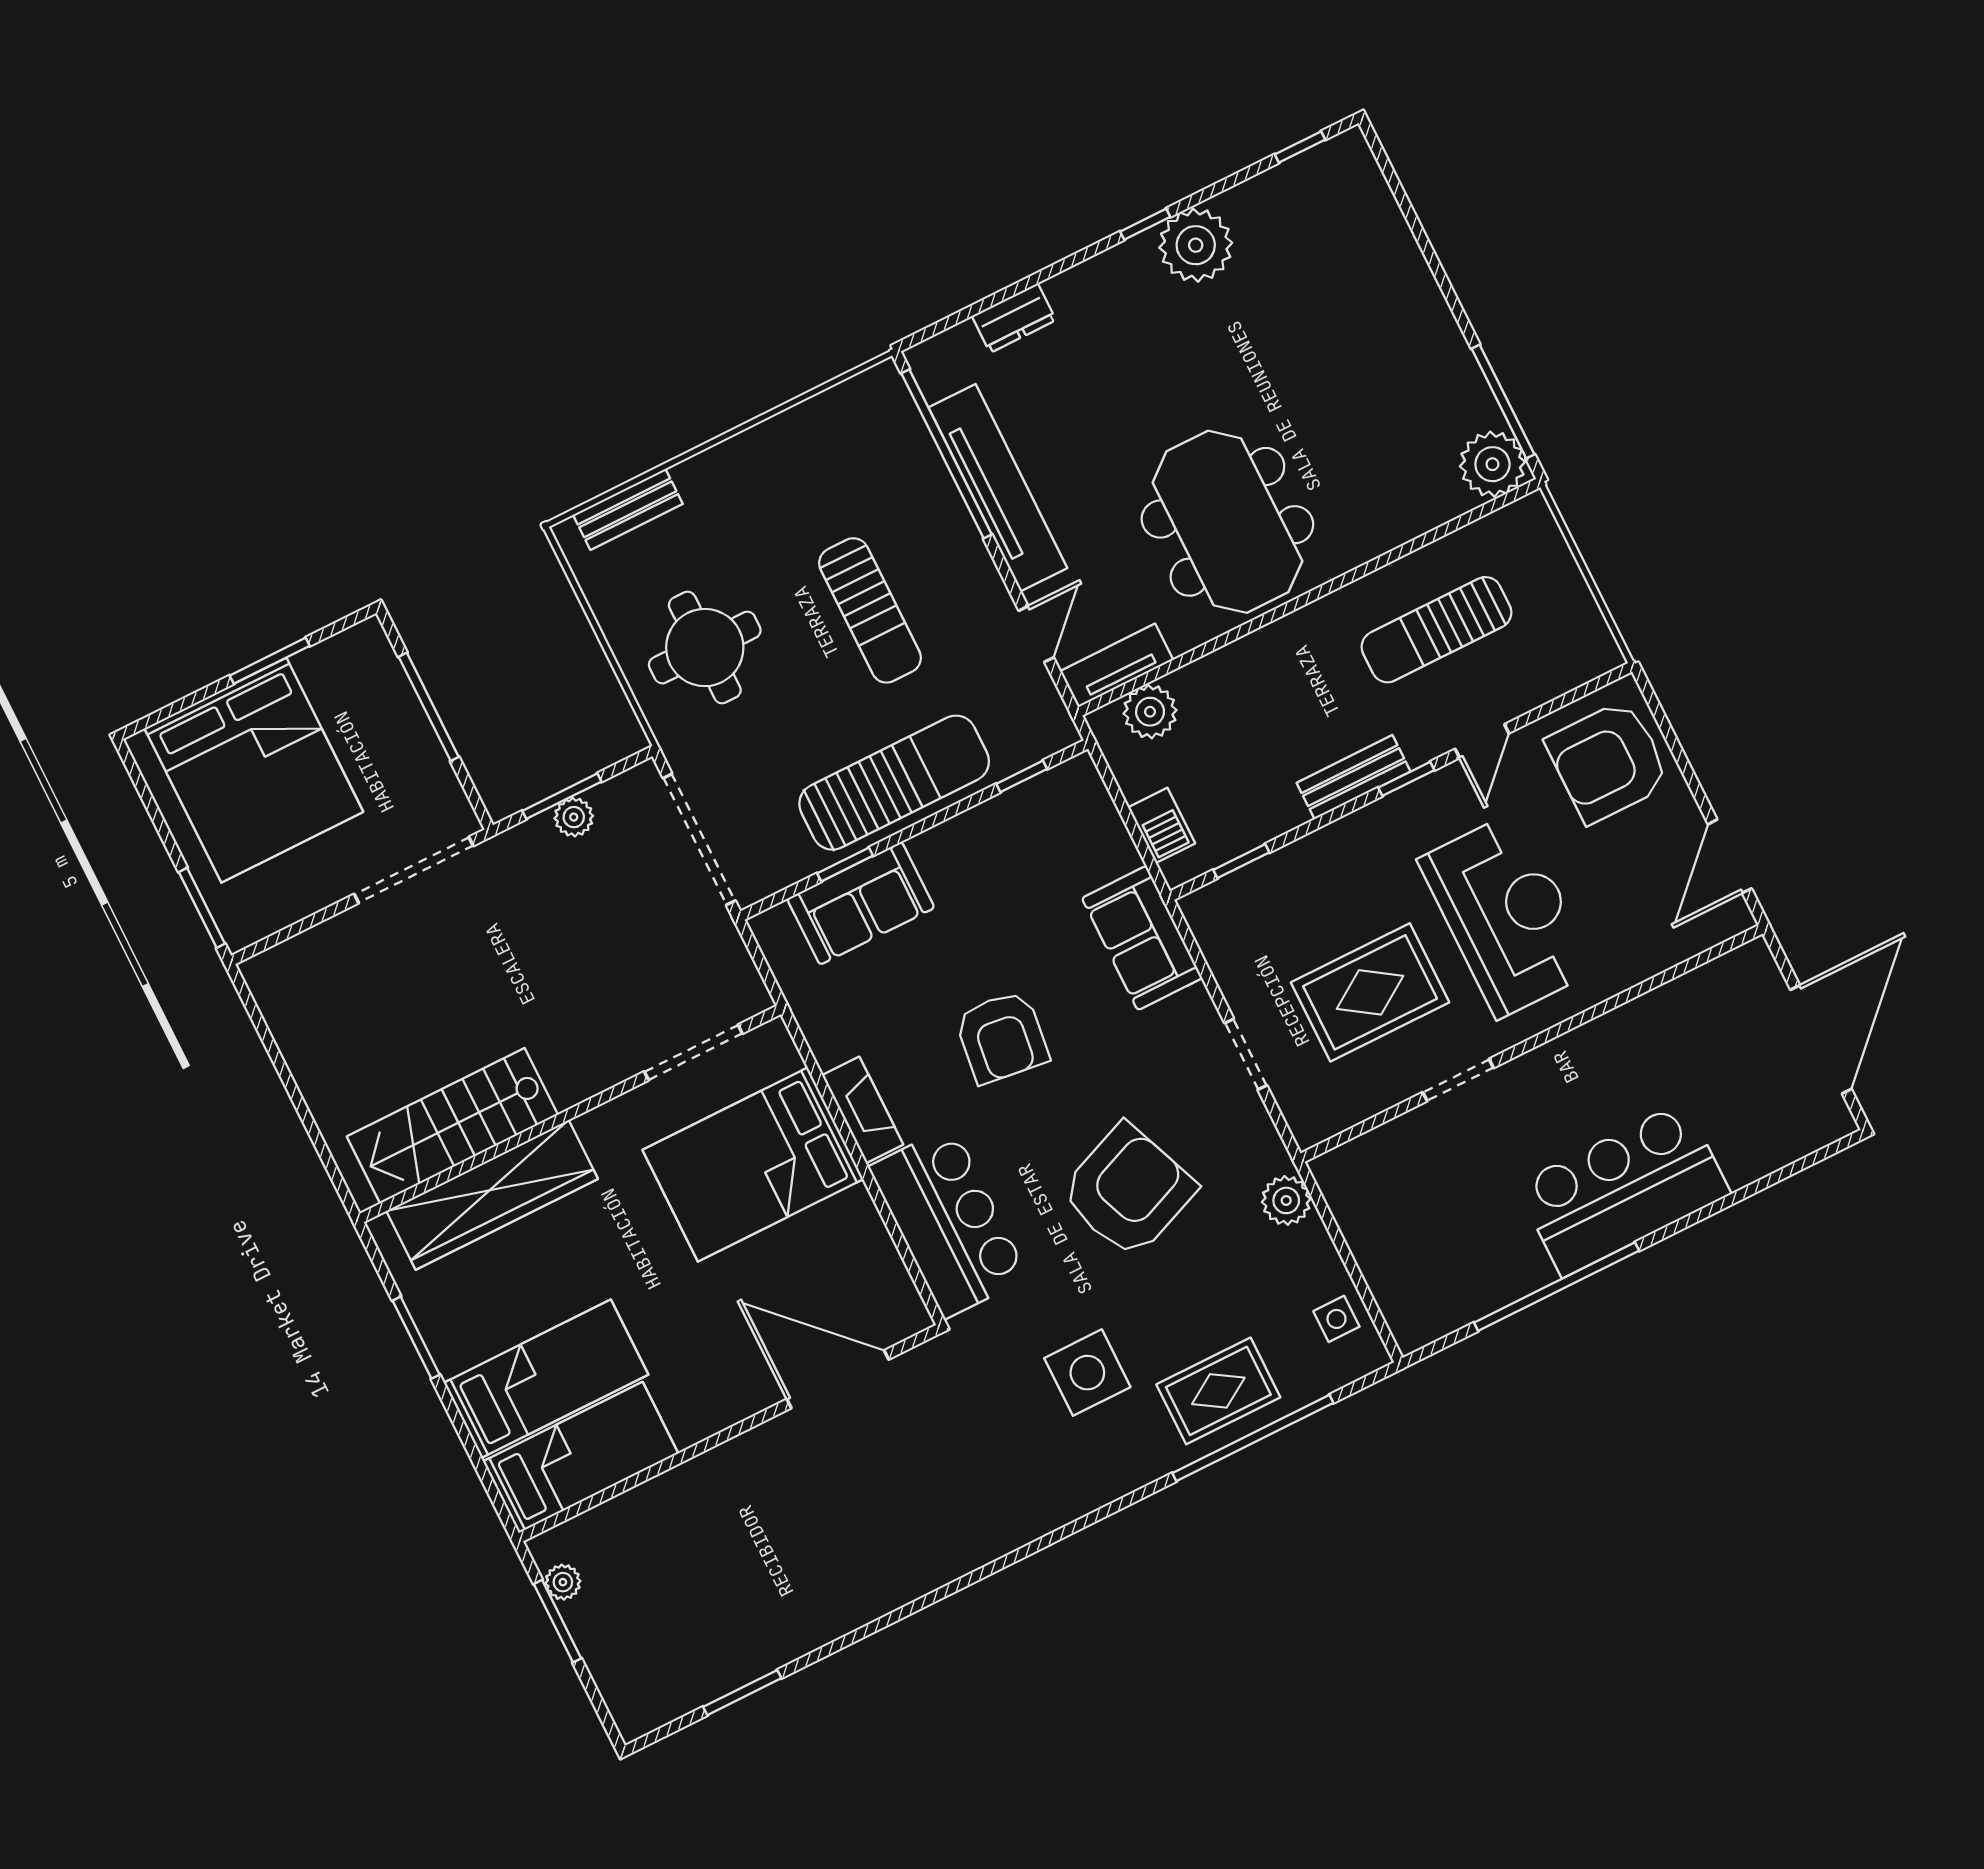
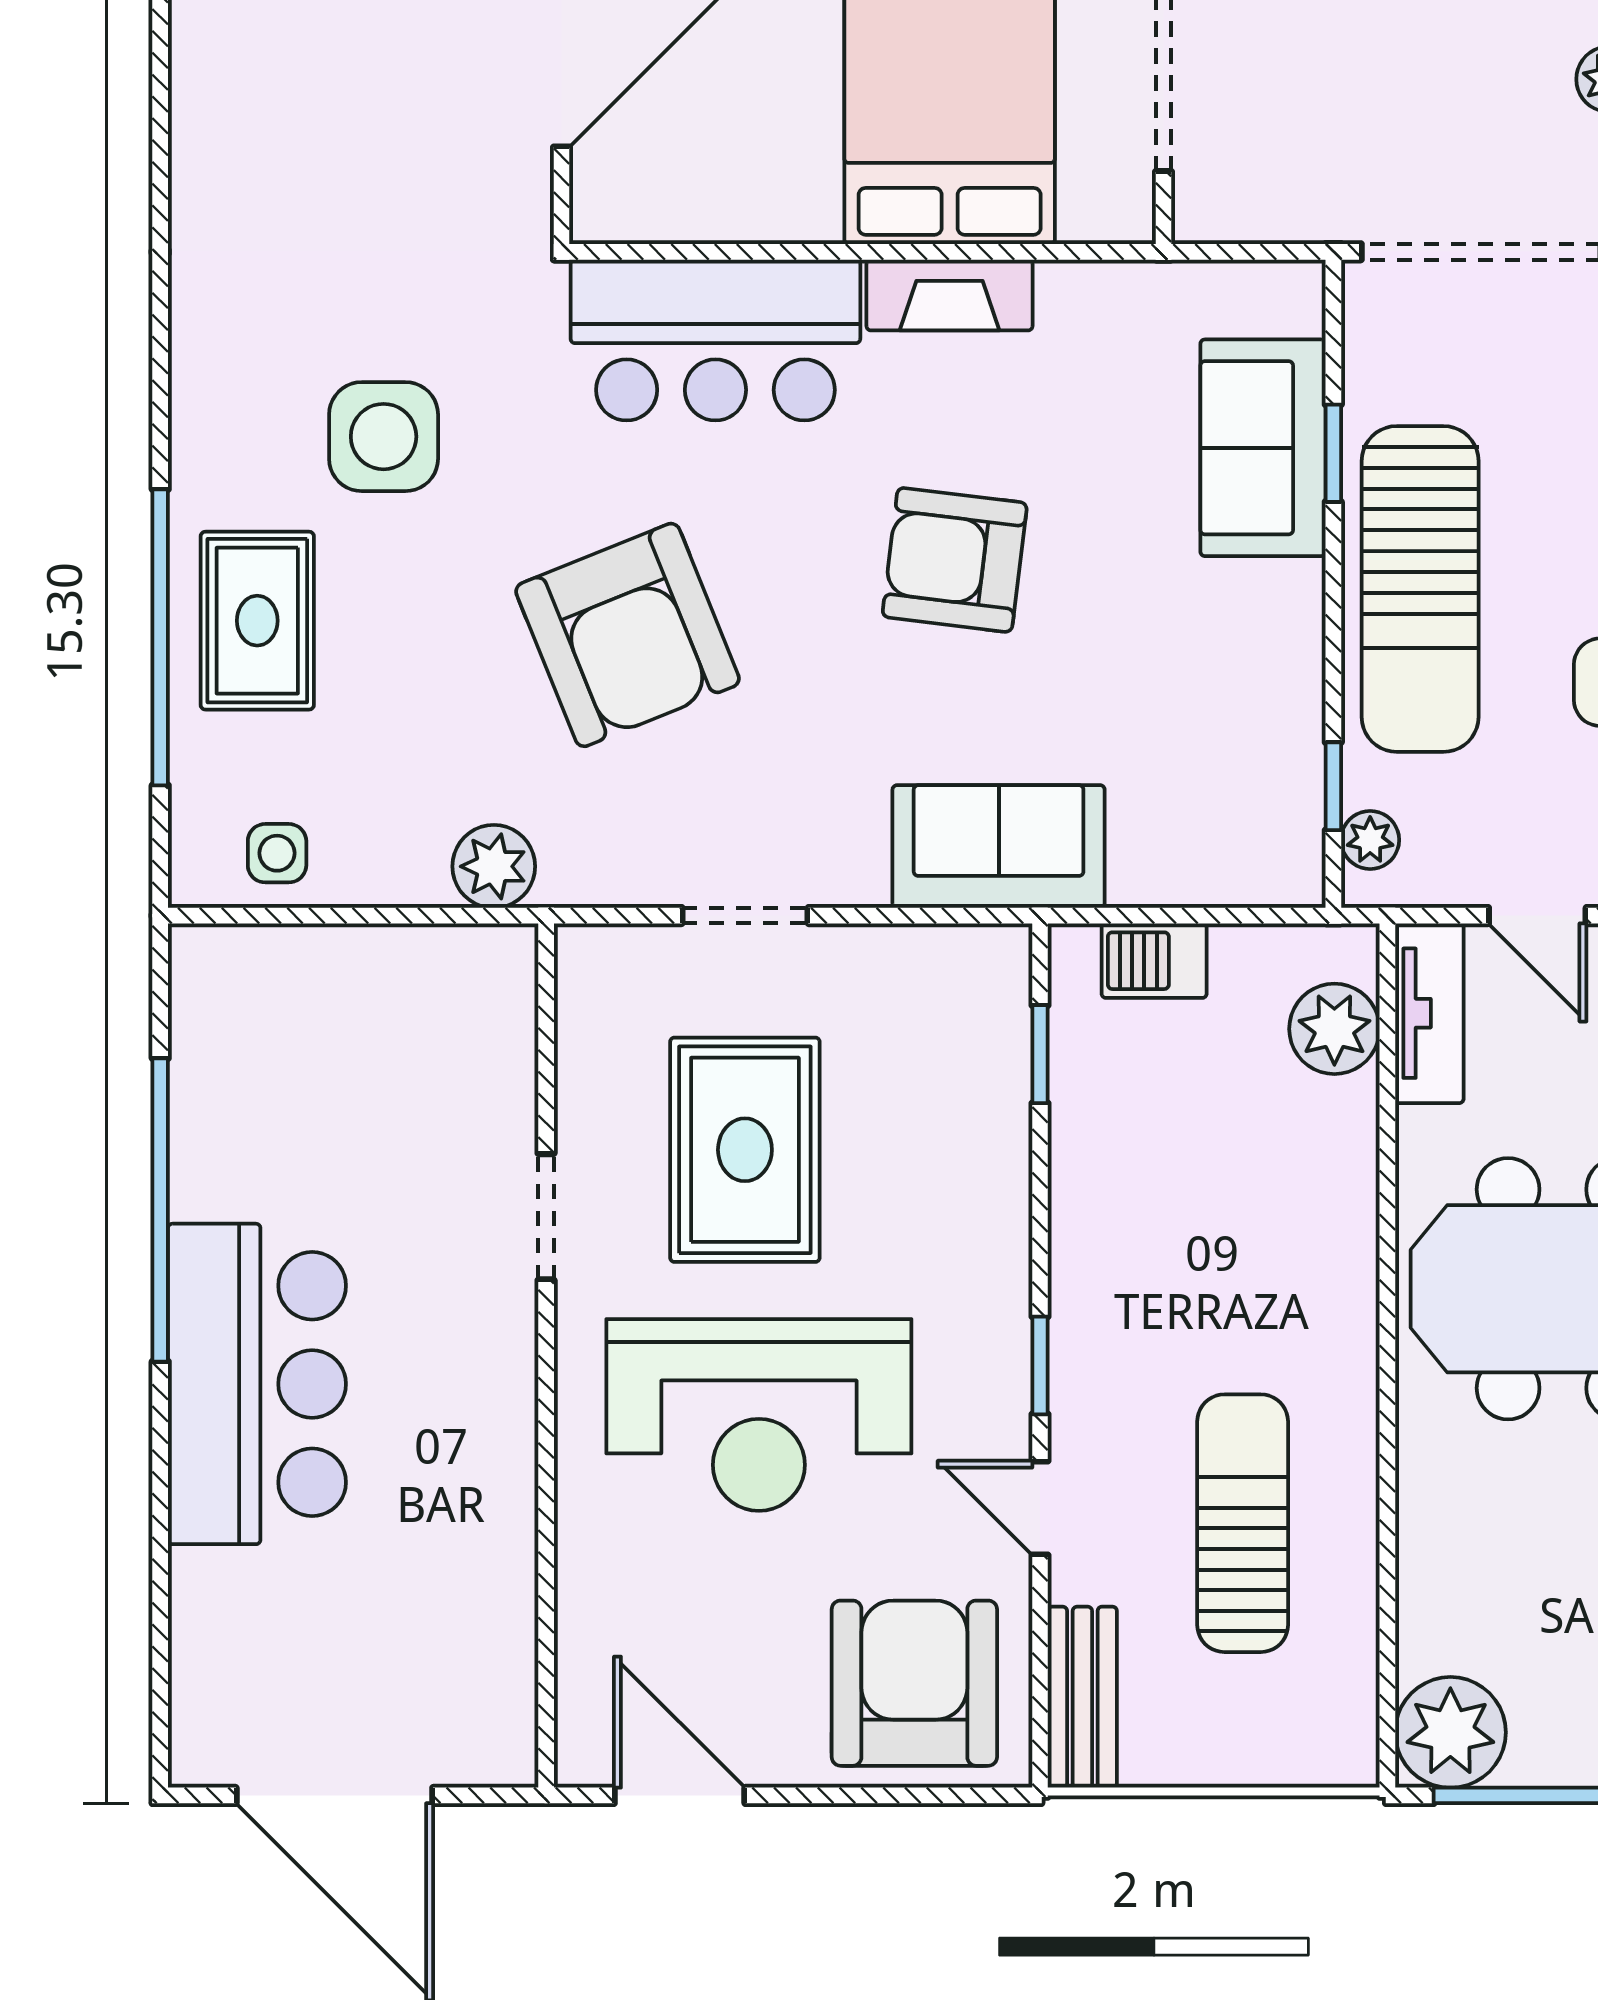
plant: (1040, 743) -> (1370, 840), added
bench: (1354, 777) -> (1082, 1697), moved

